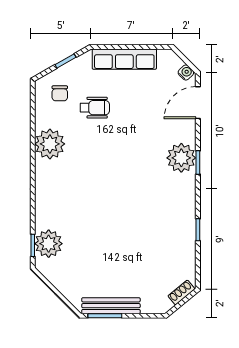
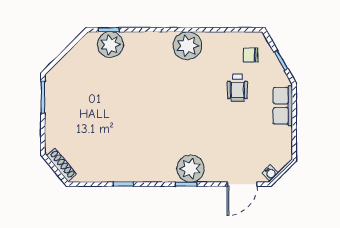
row of seats: (124, 59) -> (283, 106), width x0.68
door: (198, 103) -> (242, 184), swing flipped
plant: (50, 144) -> (187, 46), moved
shoe rack: (181, 292) -> (61, 165), width x1.43
bench: (111, 306) -> (52, 103), removed

